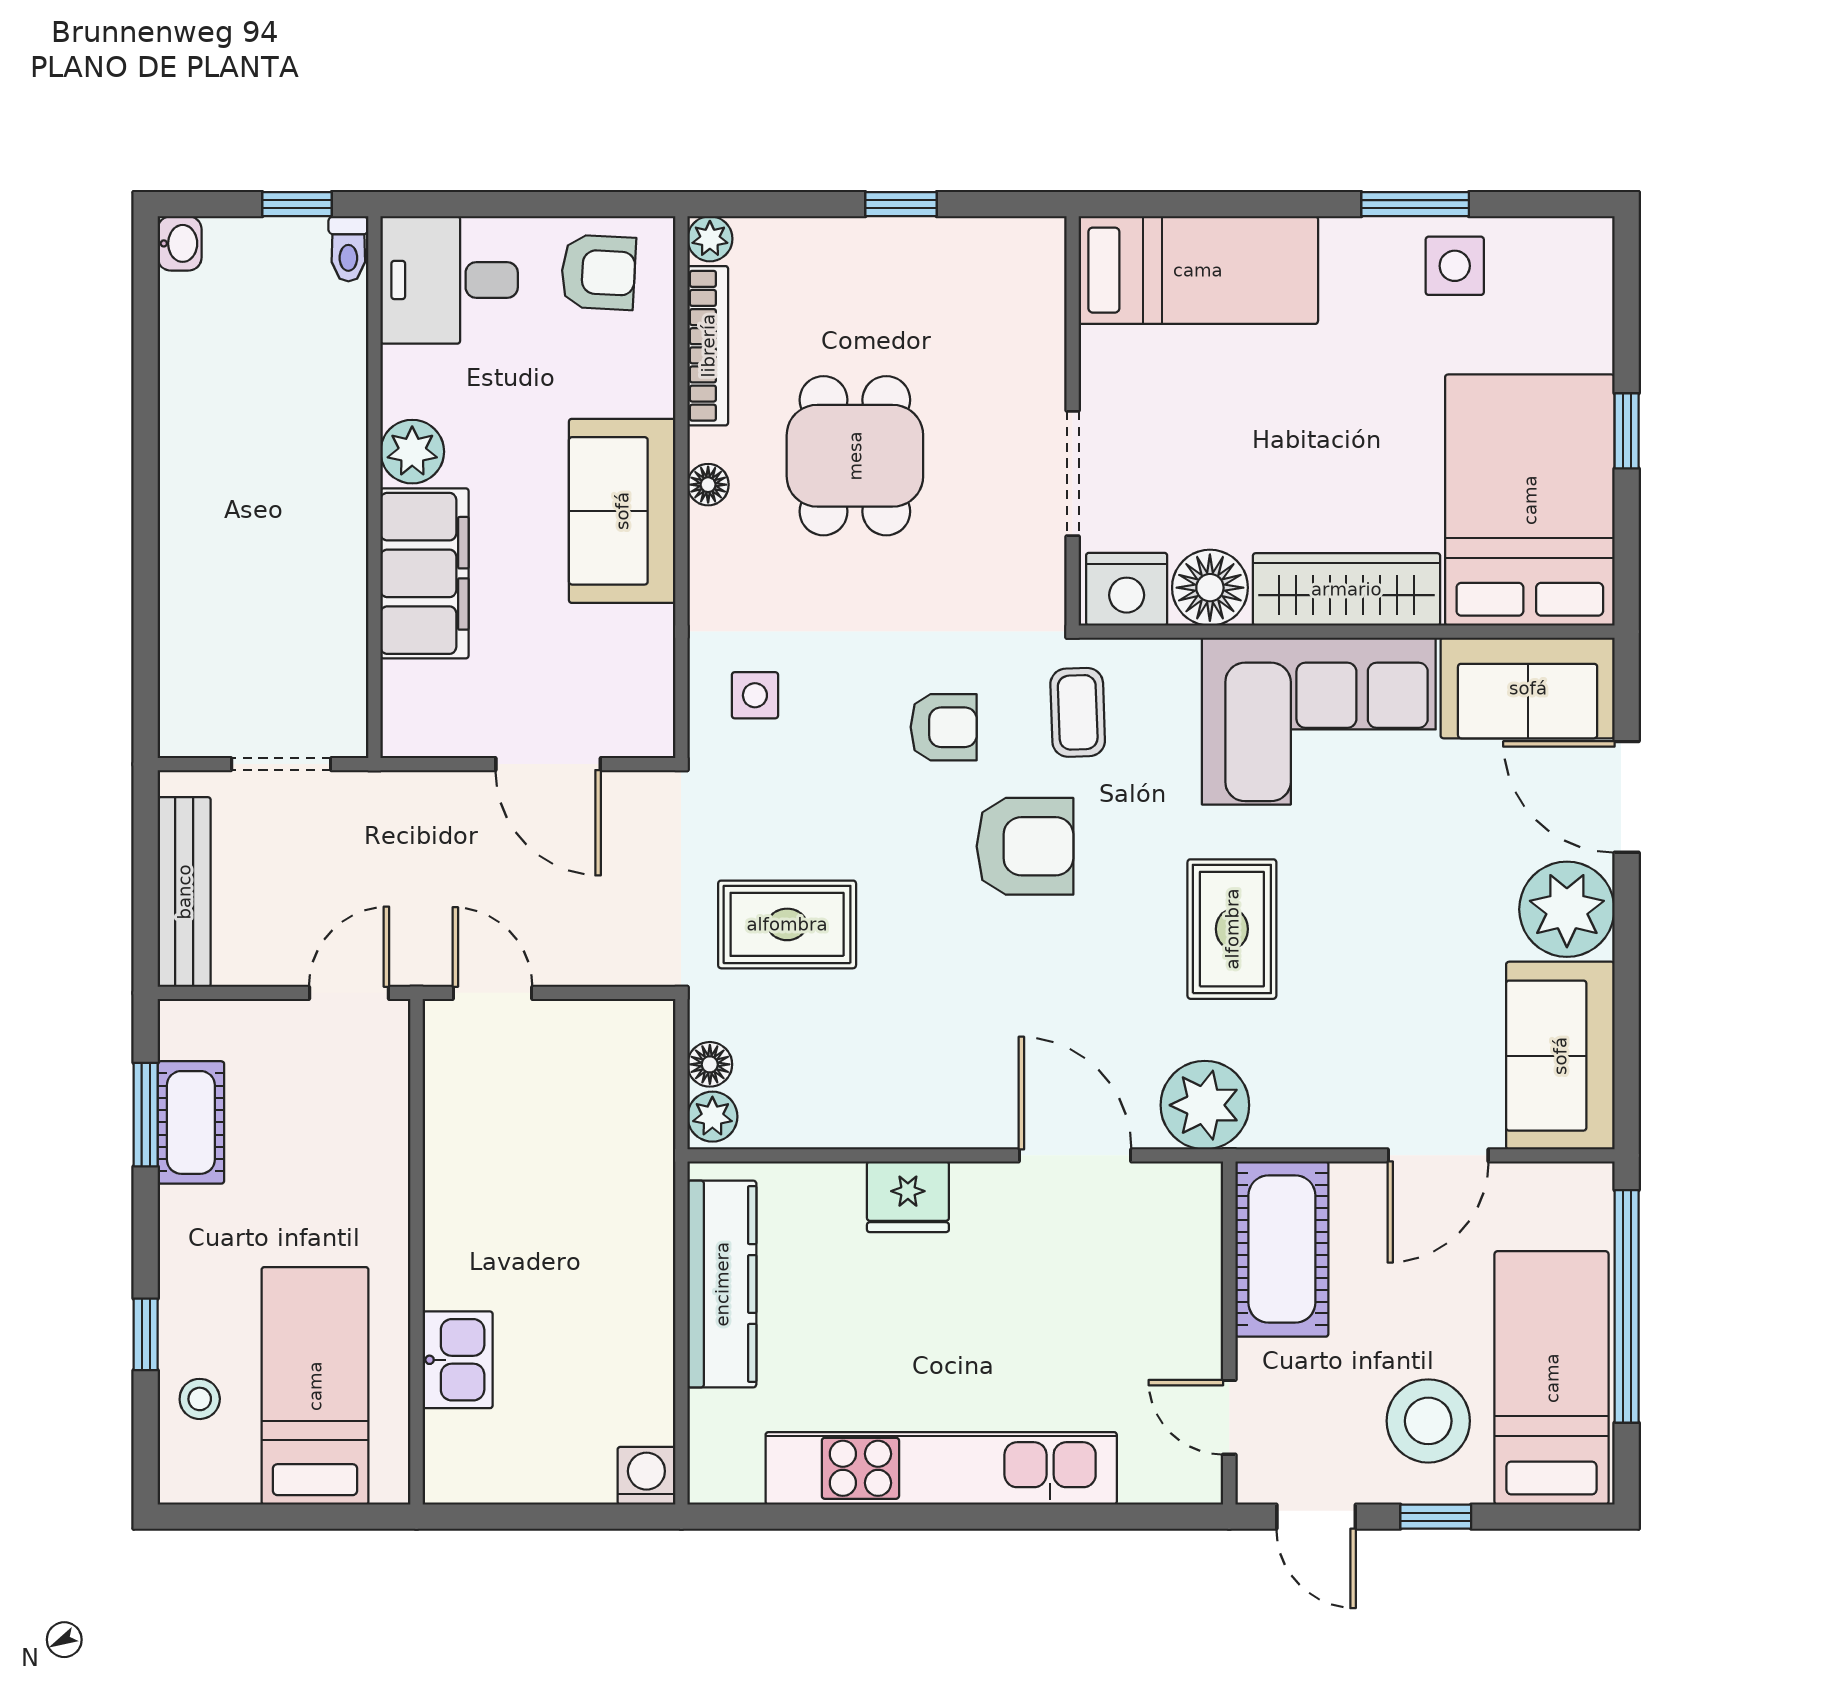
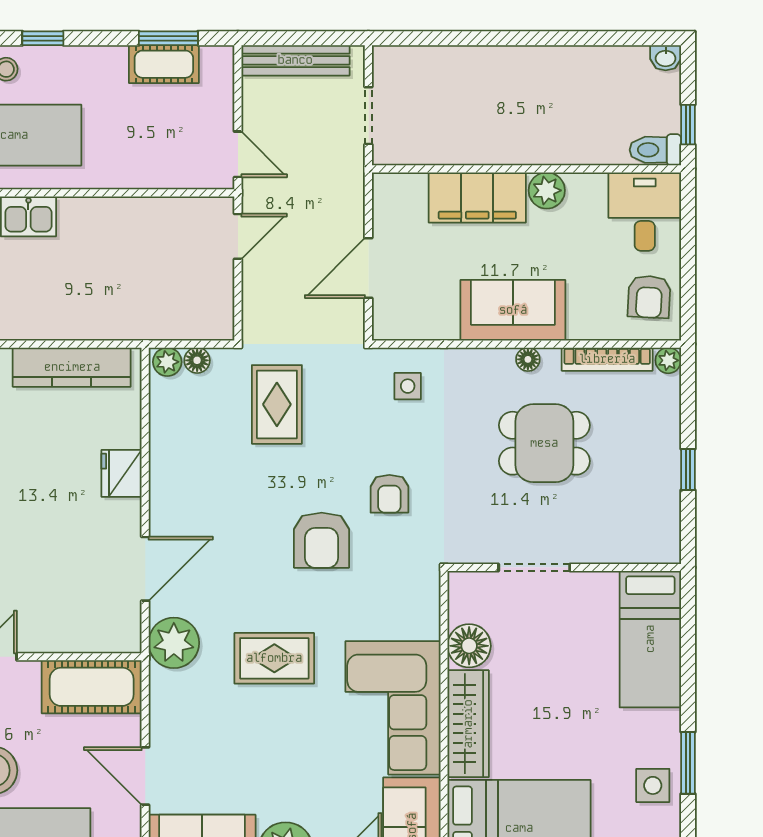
toilet: (348, 249) -> (655, 150), width x1.37, depth x1.39
nightstand: (1127, 589) -> (468, 598), removed
coffee table: (1078, 712) -> (398, 570), removed

